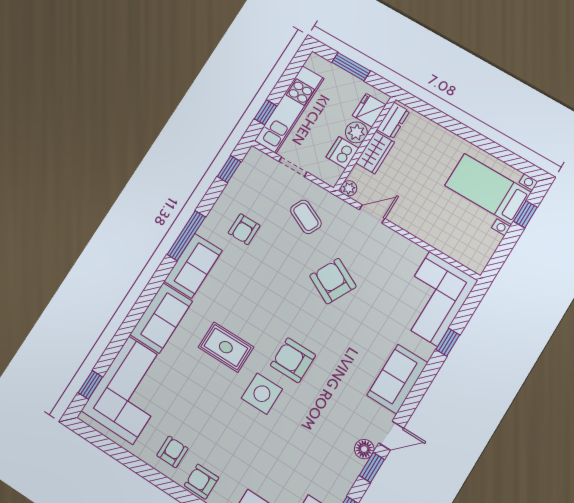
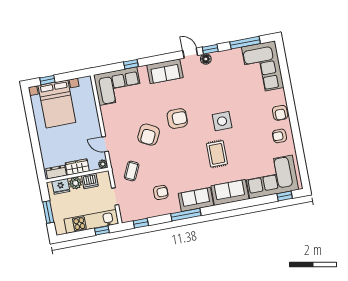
bed with nightstands: (488, 189) -> (57, 104), width x1.36
armchair: (293, 360) -> (177, 119), moved, turned -90

